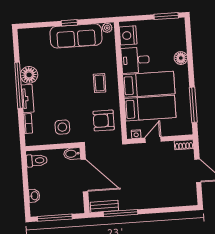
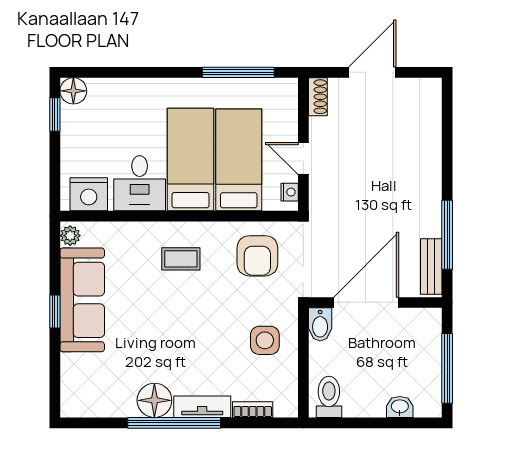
window: (166, 16) -> (55, 114), width x0.67
floor lamp: (181, 58) -> (73, 91), moved

